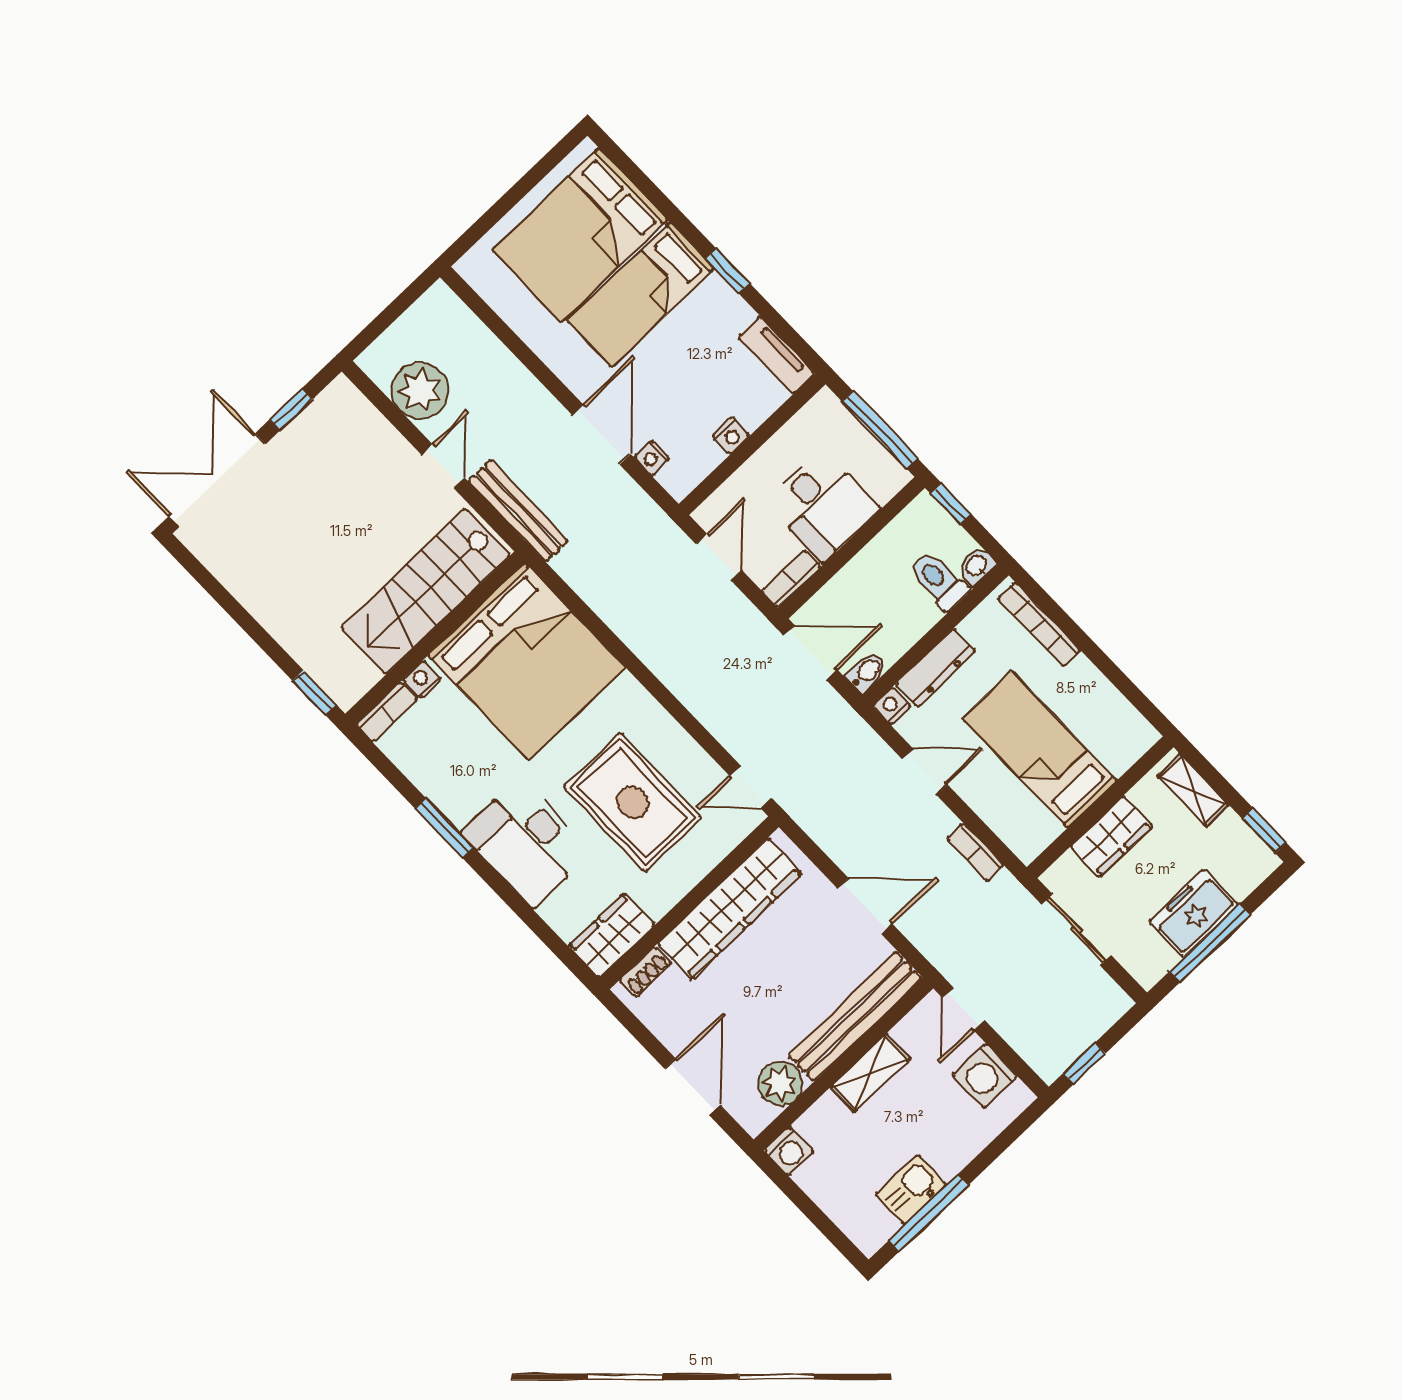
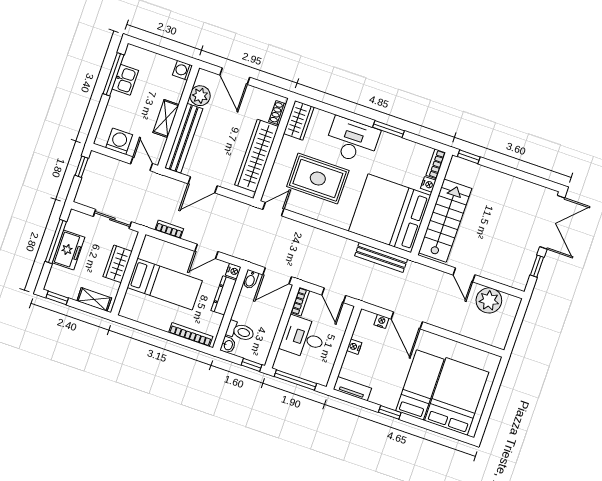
bench: (518, 511) -> (381, 257), moved

